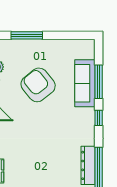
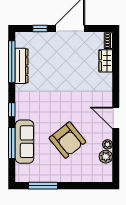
window: (27, 35) -> (43, 186), moved

